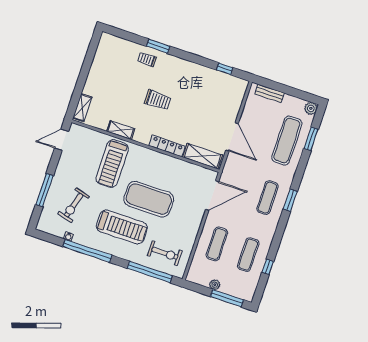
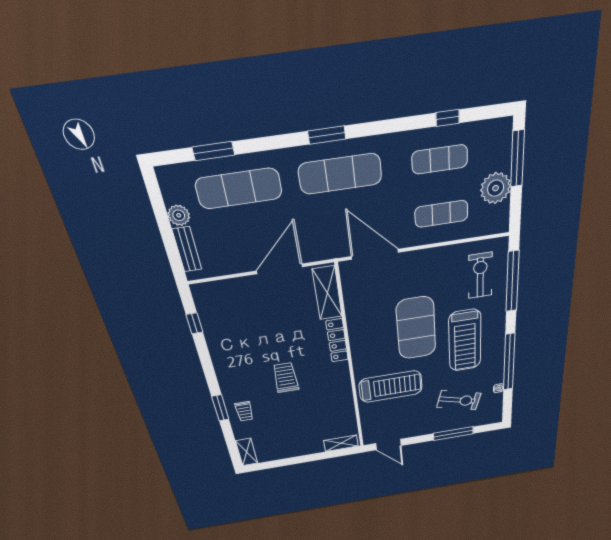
plant: (311, 108) -> (179, 215), moved
shelving: (121, 130) -> (247, 452), moved
exercise mat: (268, 198) -> (340, 174), width x1.36, depth x1.45
treadmill: (122, 227) -> (465, 341), turned 180
plant: (215, 285) -> (496, 188), width x1.87, depth x1.87

